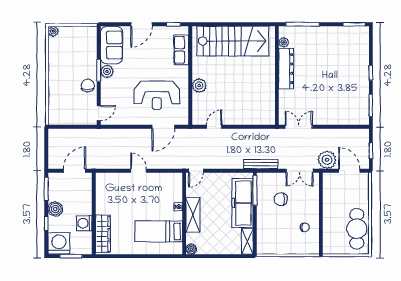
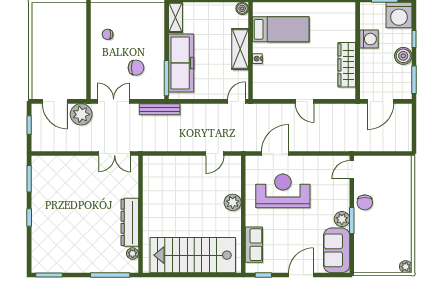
cafe table: (357, 229) -> (46, 33), removed
wardrobe: (103, 234) -> (347, 65), moved

